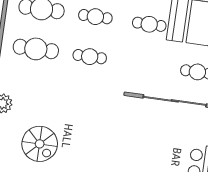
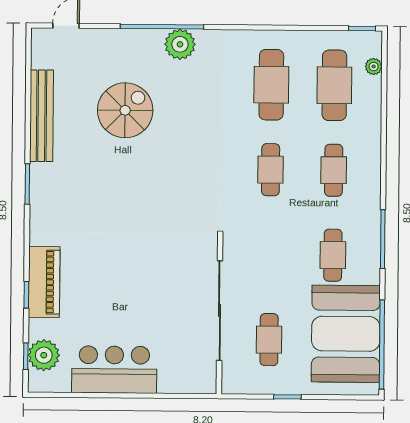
spiral stairs: (40, 144) -> (125, 110), turned 180

